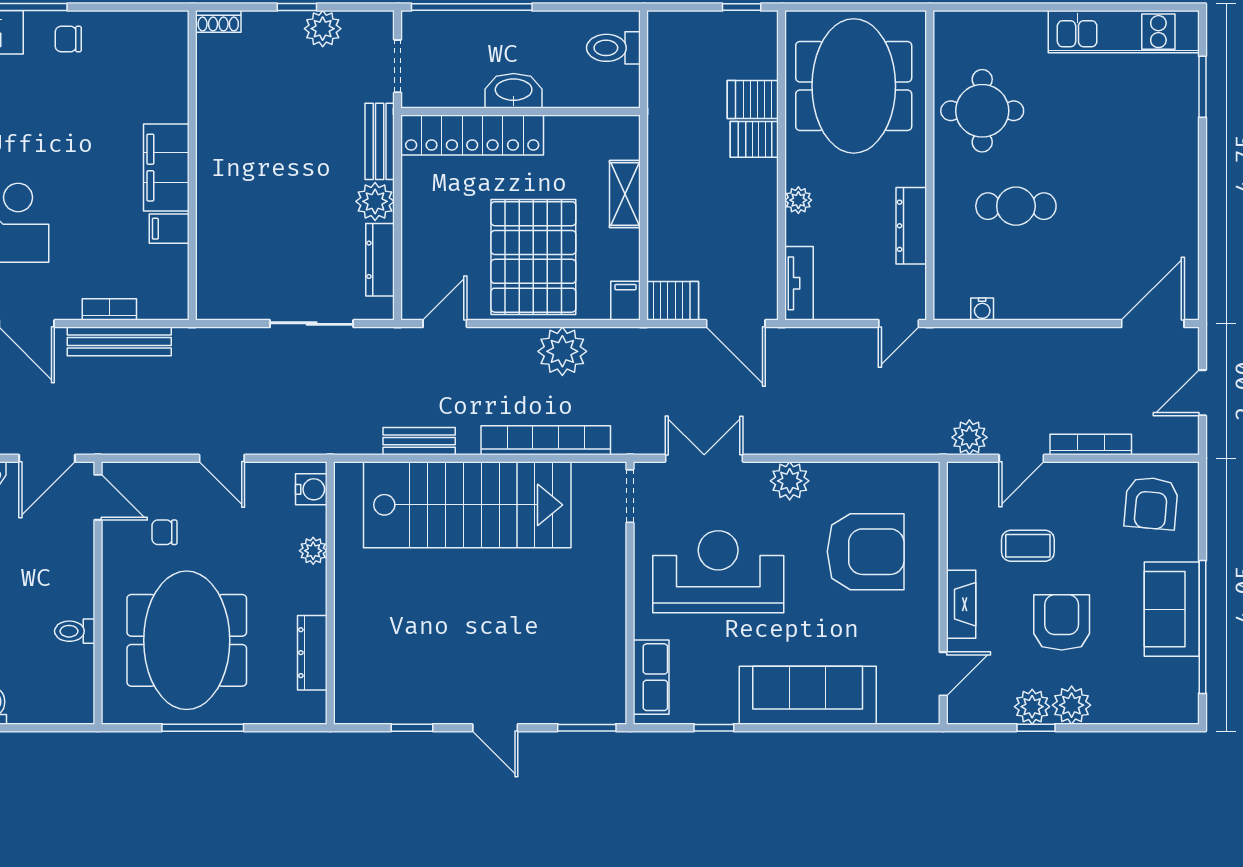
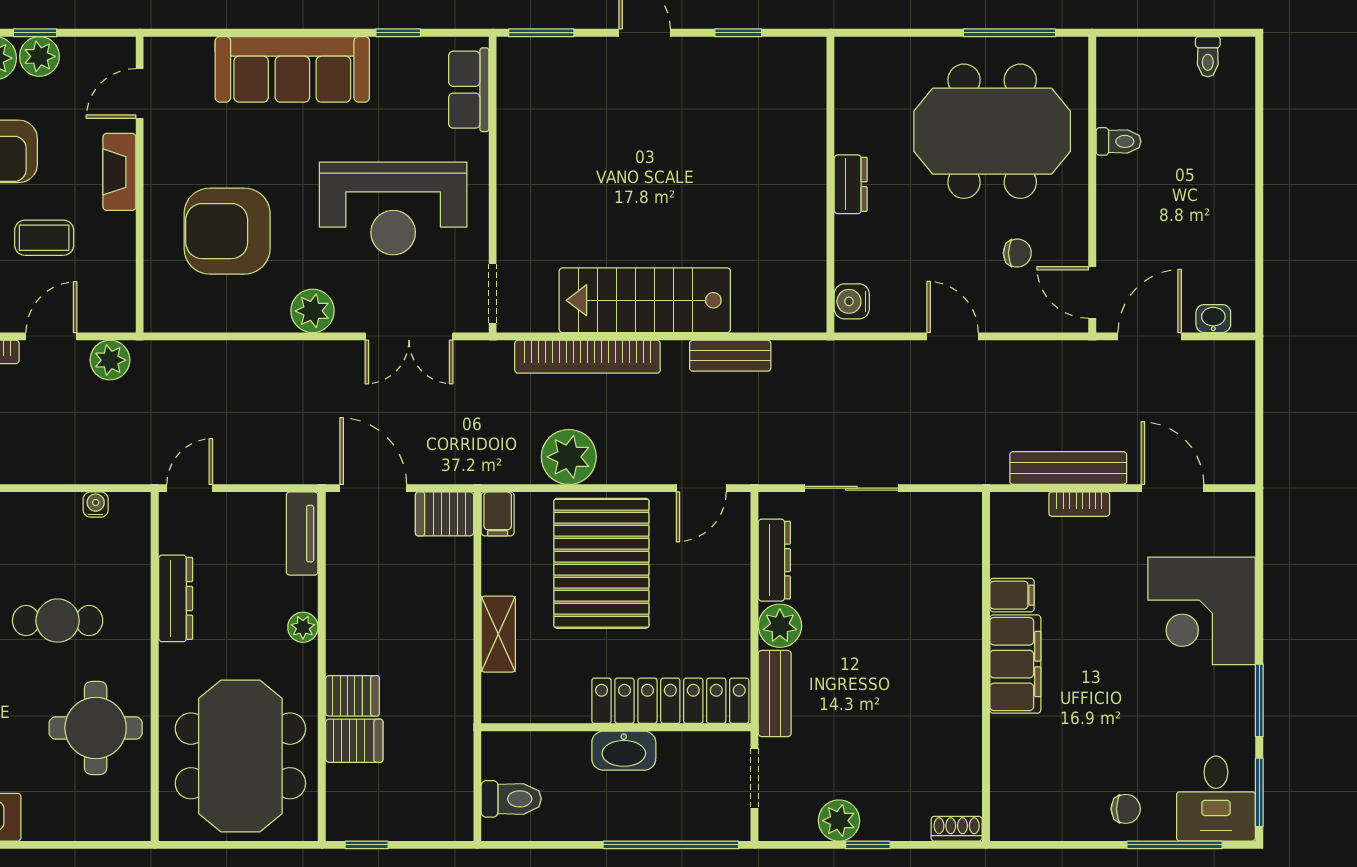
stairs: (467, 505) -> (645, 300), width x0.73, depth x0.66
plant: (313, 551) -> (850, 232), removed
meeting table: (187, 640) -> (992, 131), turned 90
dresser: (312, 653) -> (851, 184), moved, width x0.70
window: (203, 728) -> (1009, 33), moved

